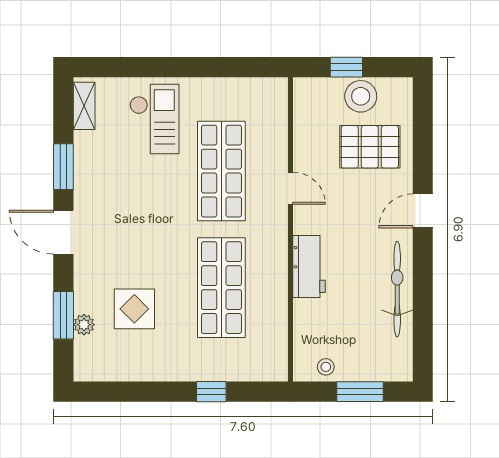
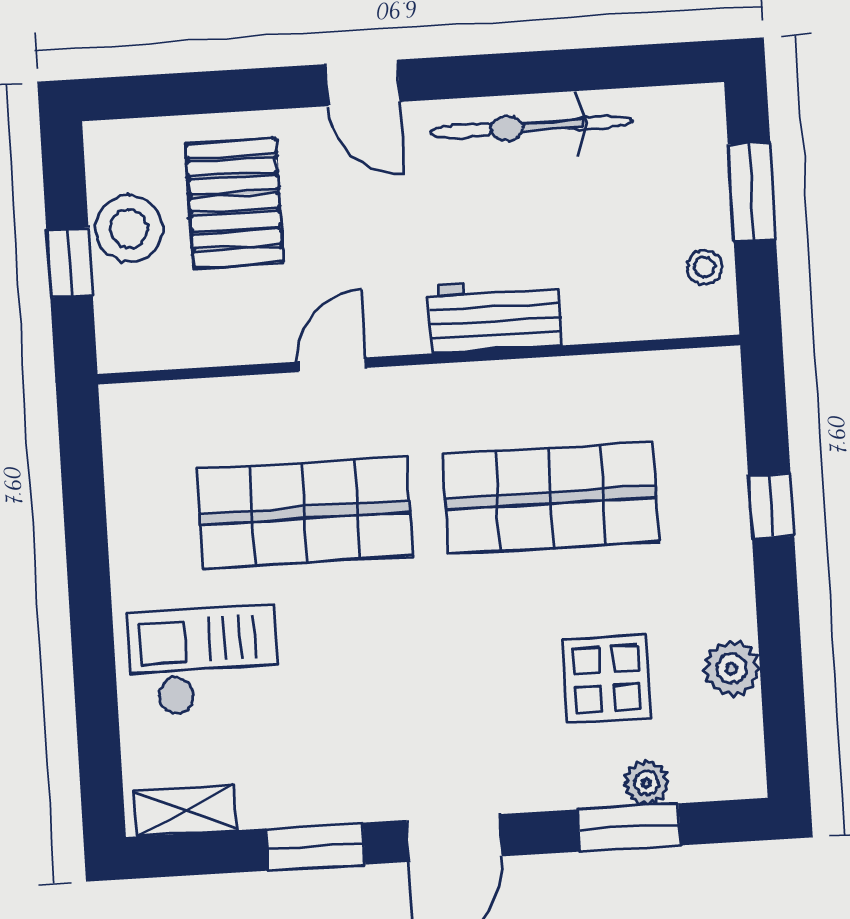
plant: (136, 368) -> (732, 668), added

